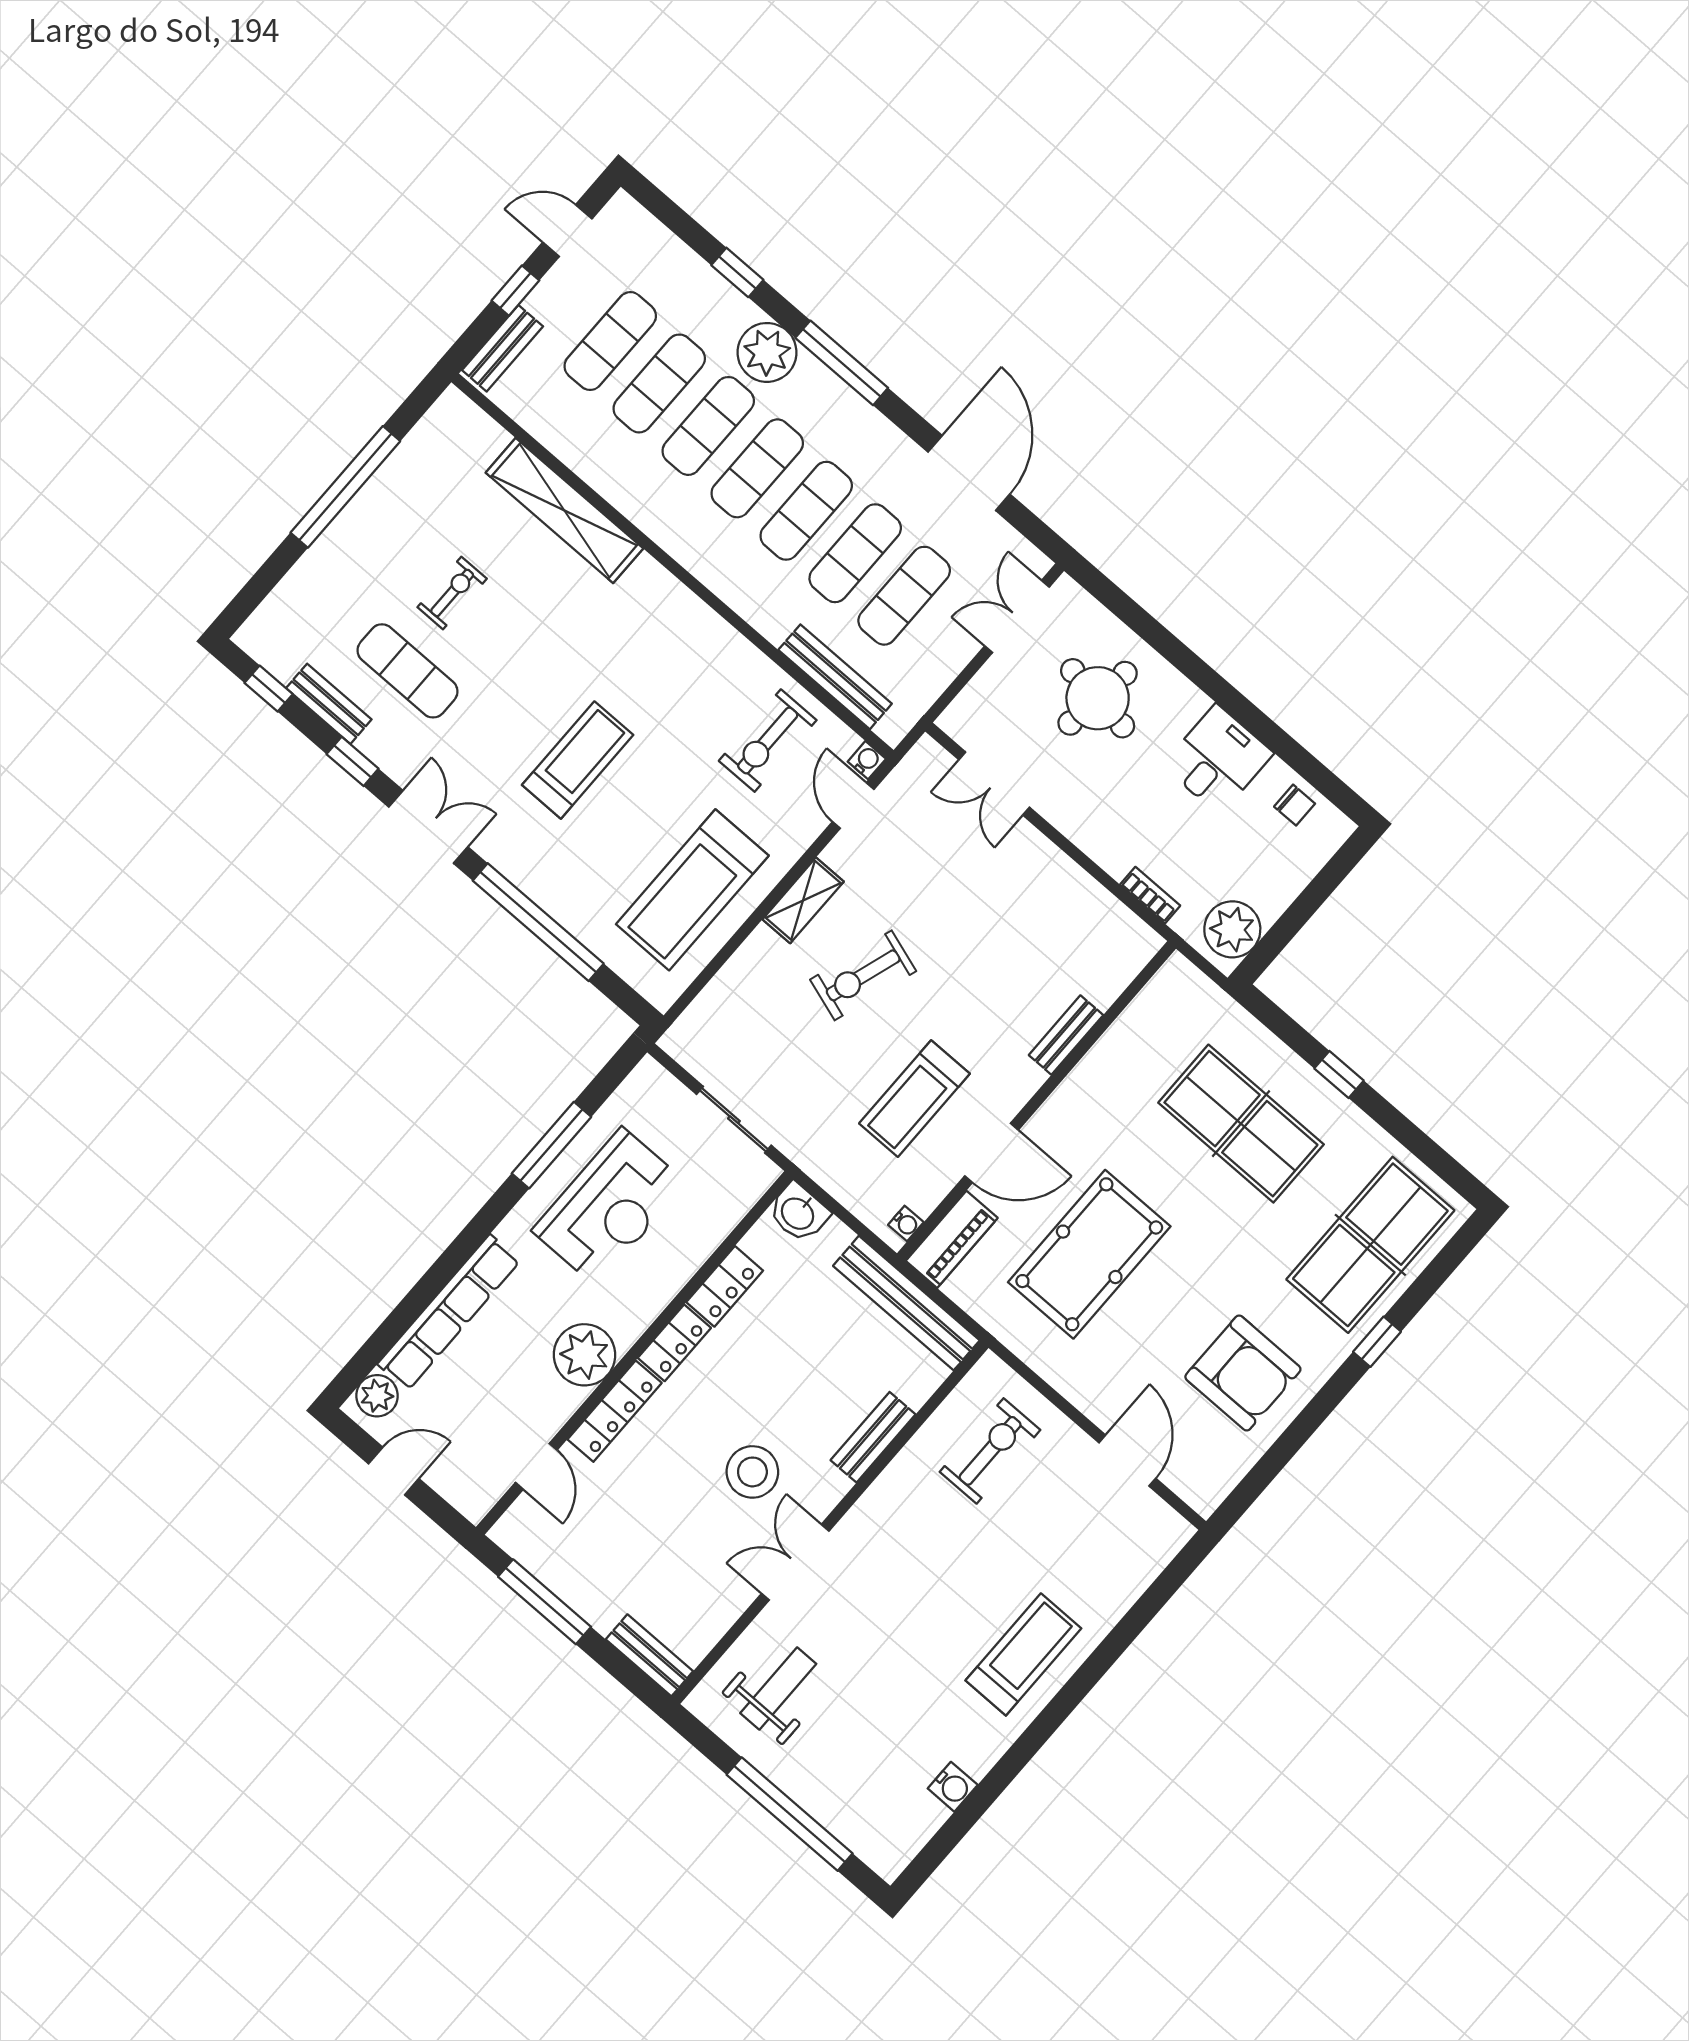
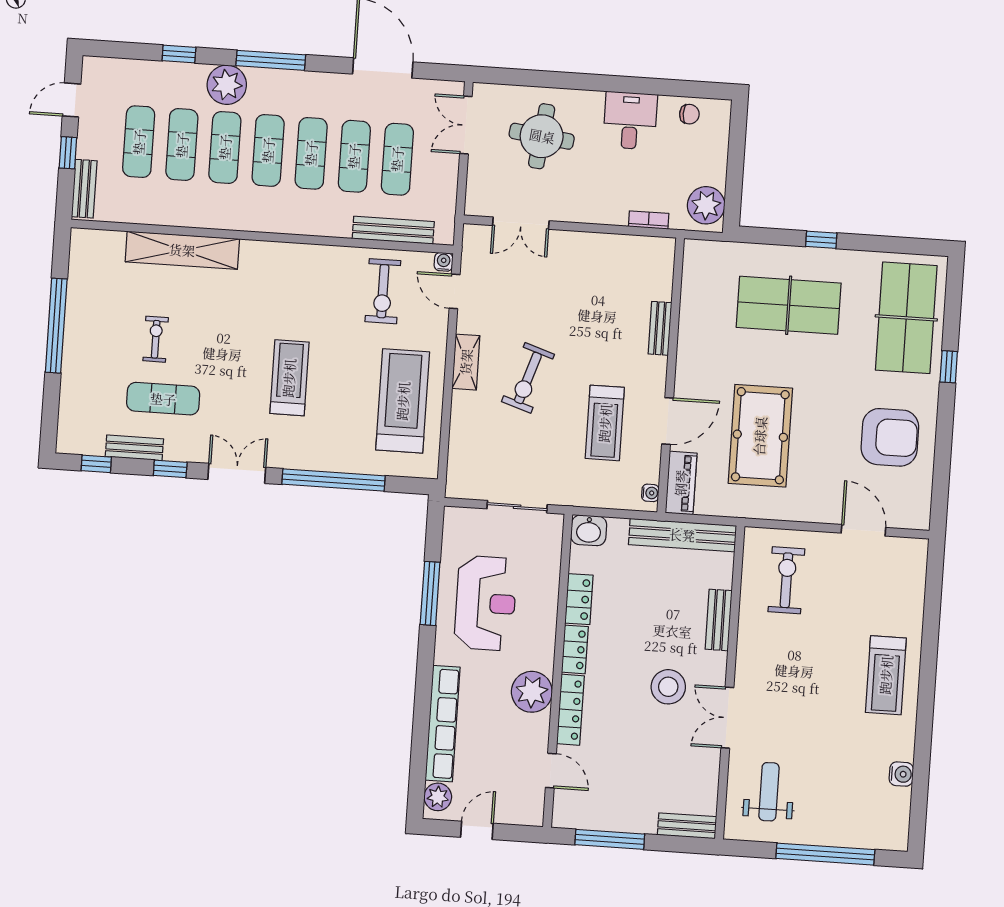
treadmill: (692, 890) -> (403, 401), turned 180
treadmill: (1023, 1654) -> (886, 675), turned 180

